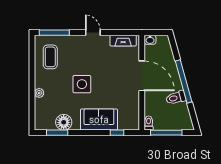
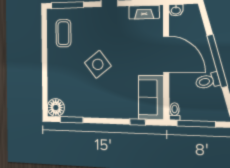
side table: (82, 84) -> (98, 64), turned -38
plant: (39, 93) -> (52, 74), removed
sofa: (99, 120) -> (151, 97), moved, turned -90
floor lamp: (64, 122) -> (56, 108), moved

